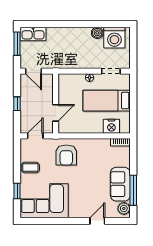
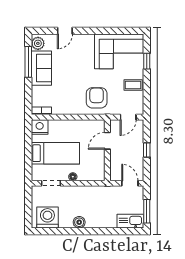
boiler: (97, 33) -> (79, 222), moved
nightstand: (111, 126) -> (40, 127), moved

